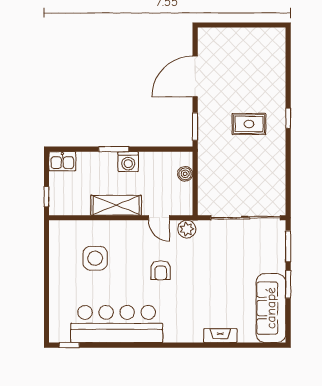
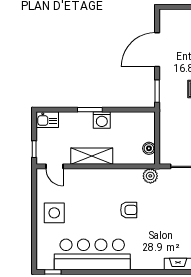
boiler: (185, 174) -> (149, 148), moved
door: (159, 218) -> (55, 166), moved
side table: (95, 258) -> (54, 213), moved
armchair: (161, 270) -> (129, 210), turned -90

